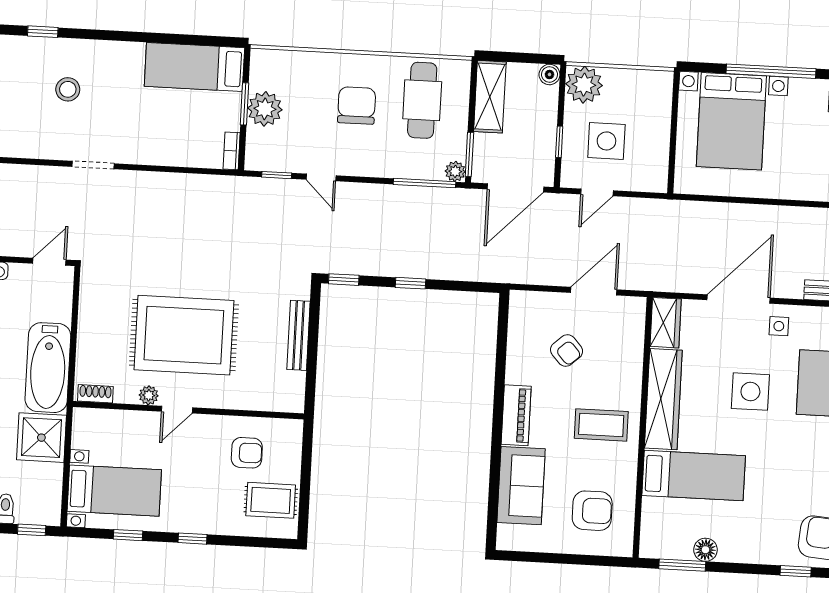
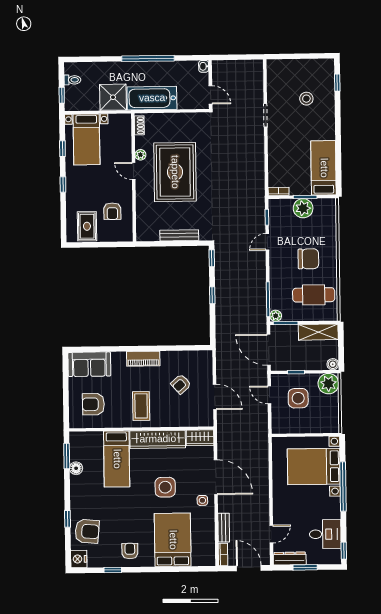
sofa: (521, 486) -> (89, 364), moved
armchair: (592, 511) -> (93, 404), turned 90

